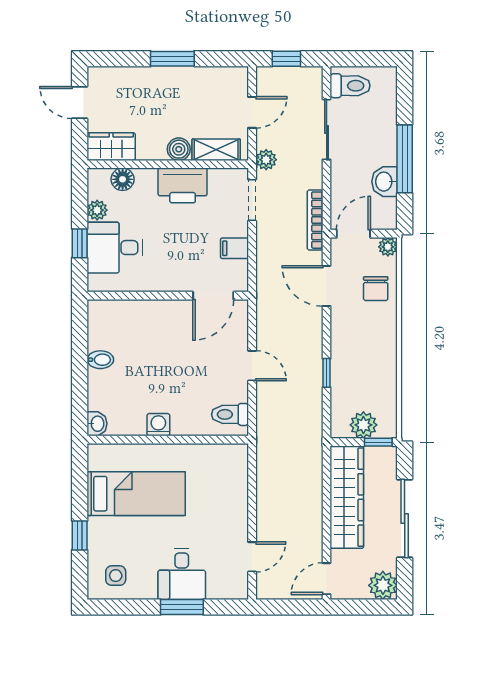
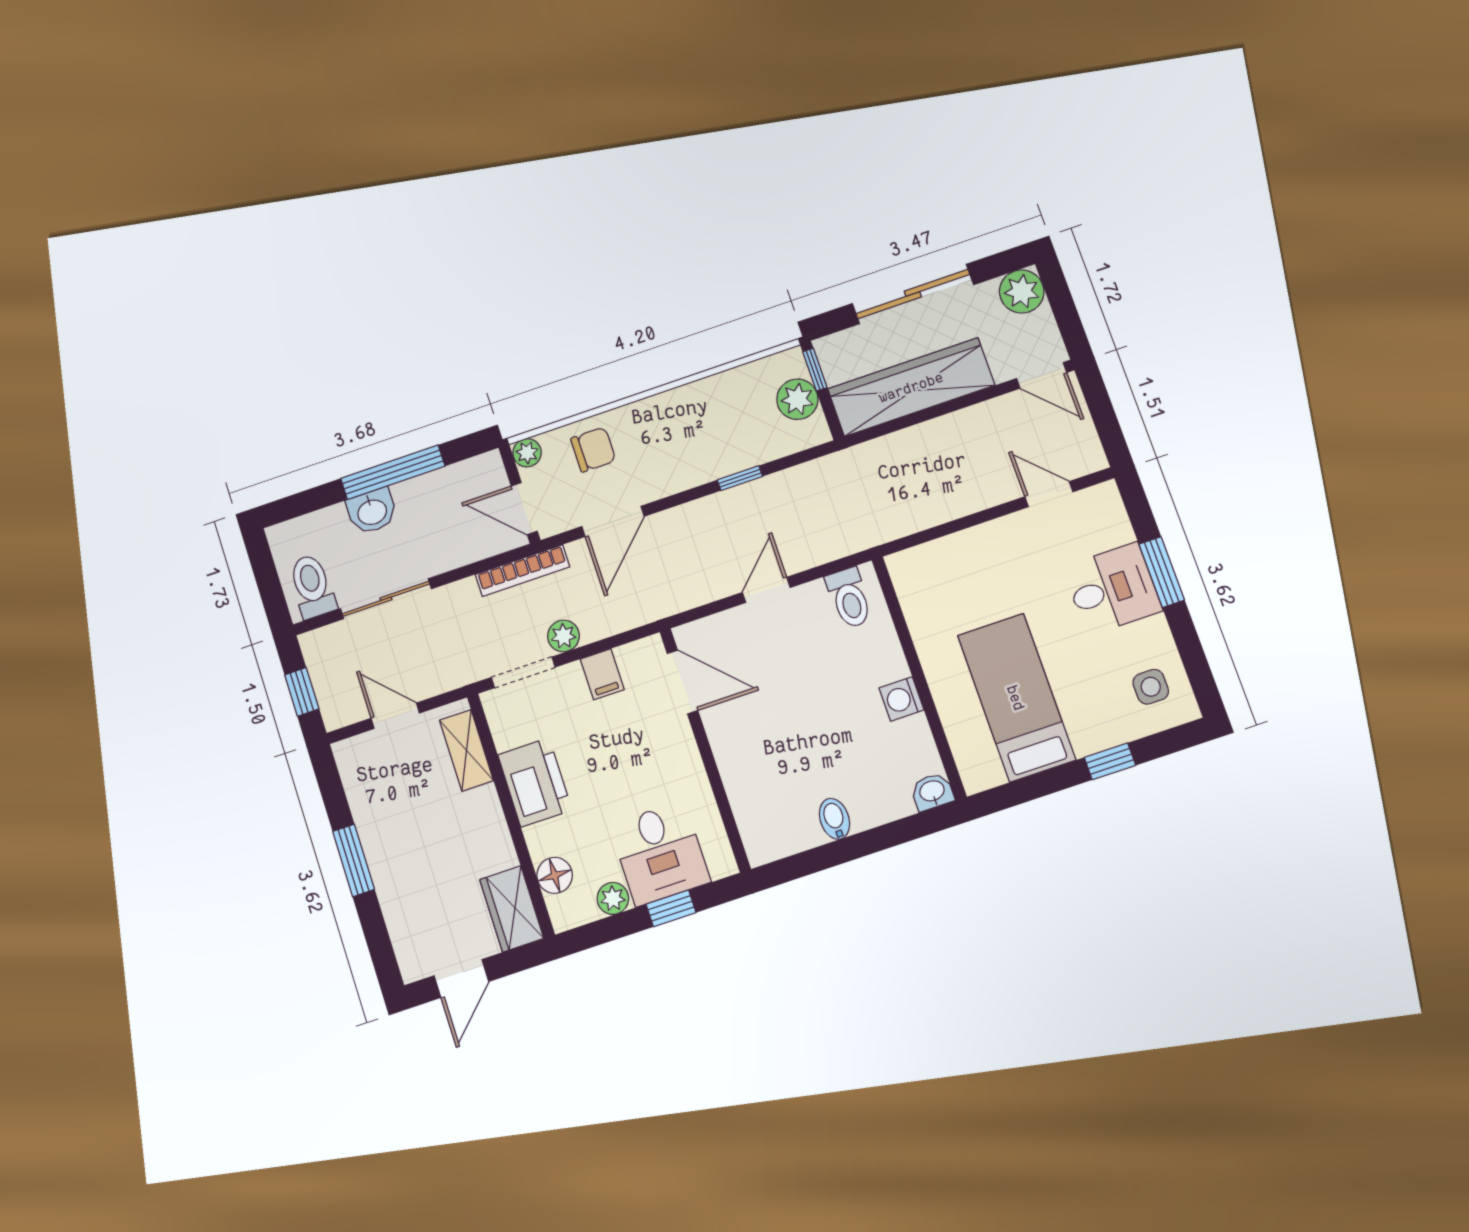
boiler: (179, 149) -> (483, 806), removed
plant: (266, 160) -> (563, 636), moved
washbasin: (385, 182) -> (372, 511), moved

